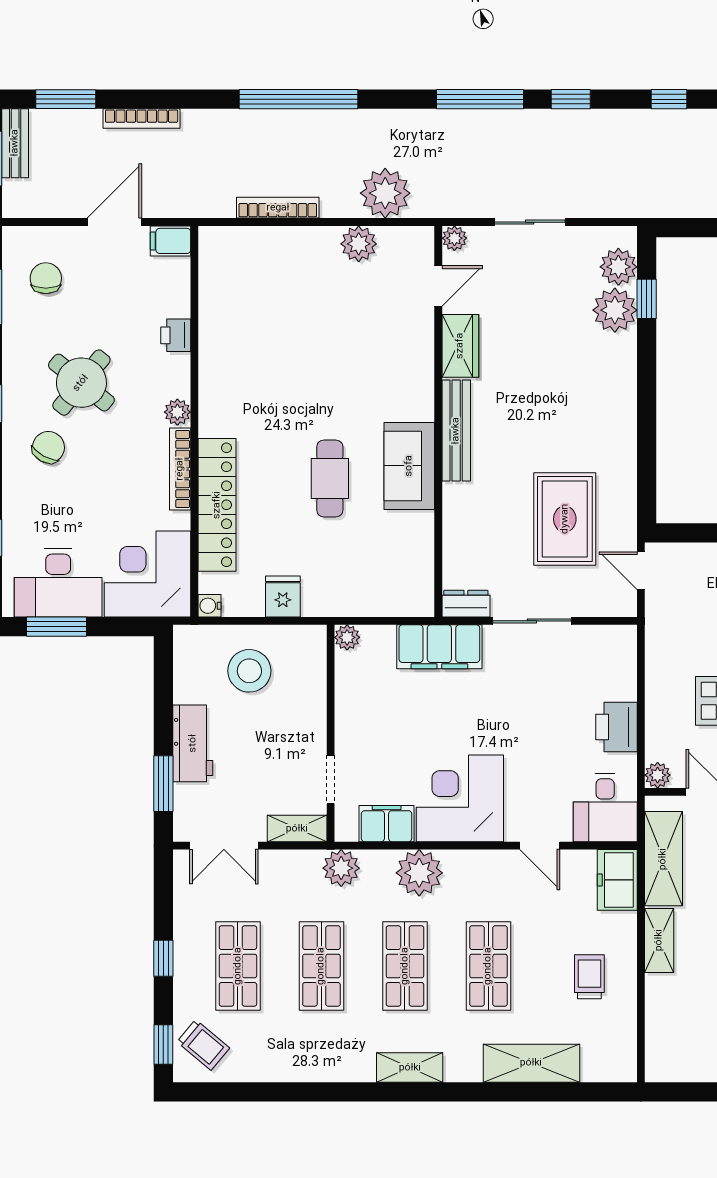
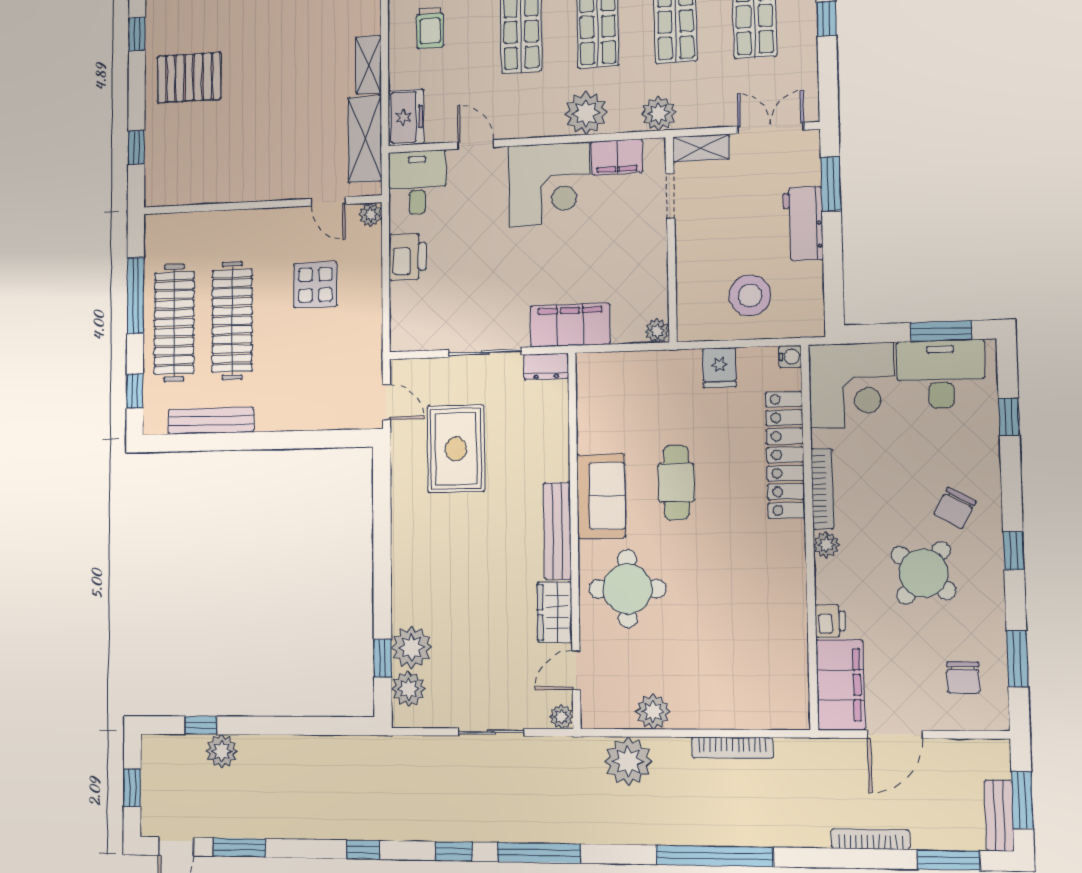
filing cabinet: (170, 241) -> (840, 685), width x3.00, depth x1.17
round table: (383, 369) -> (627, 589), added

